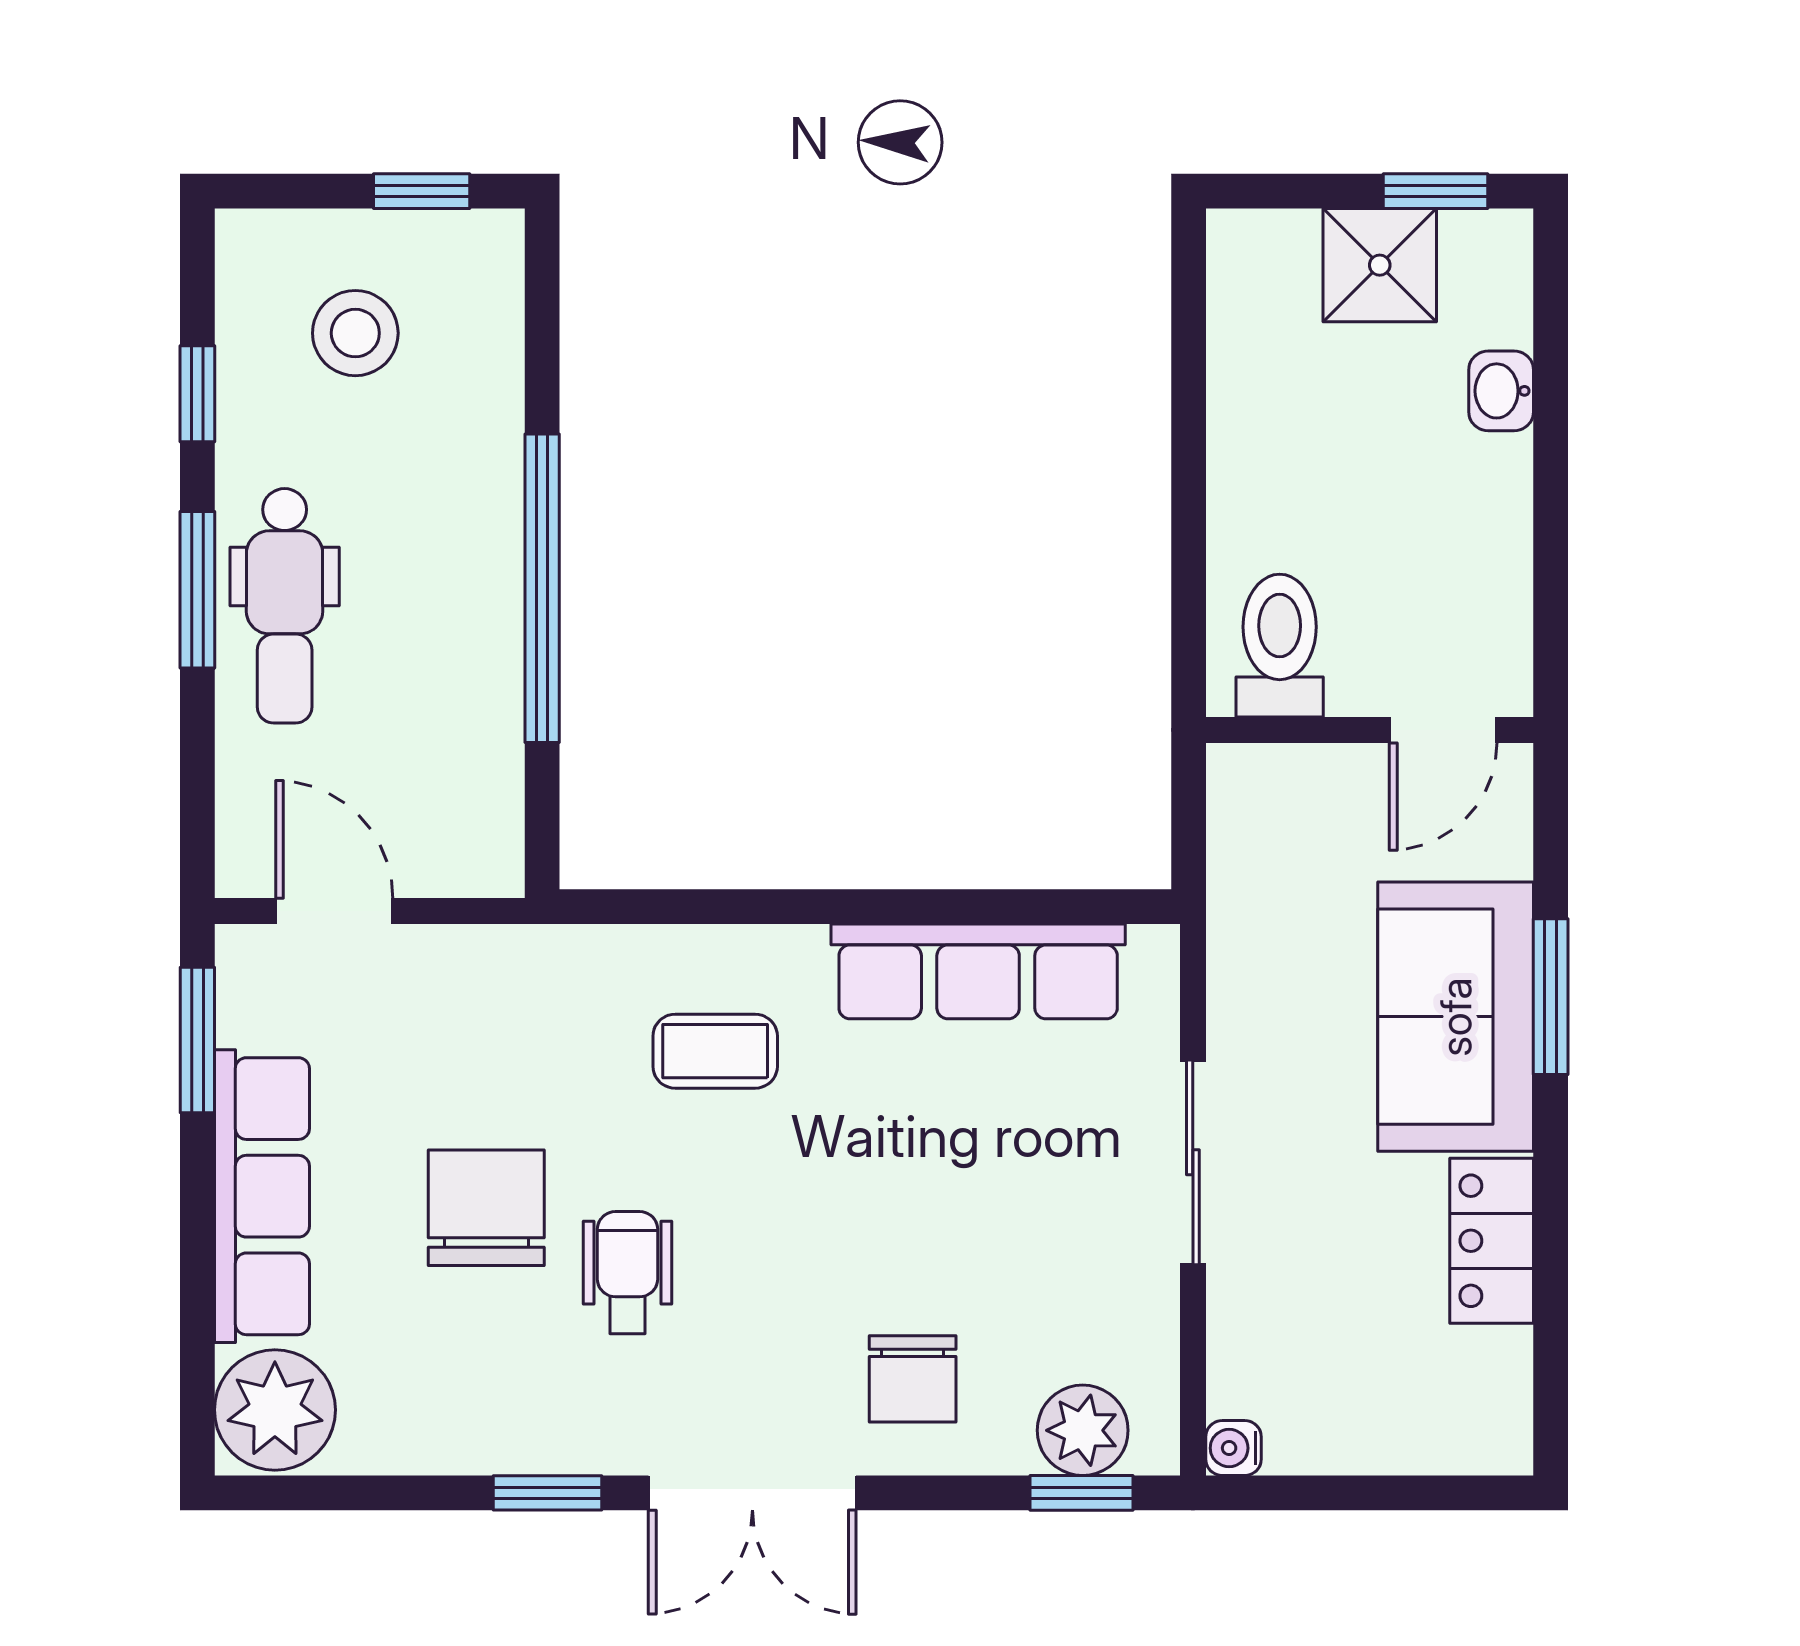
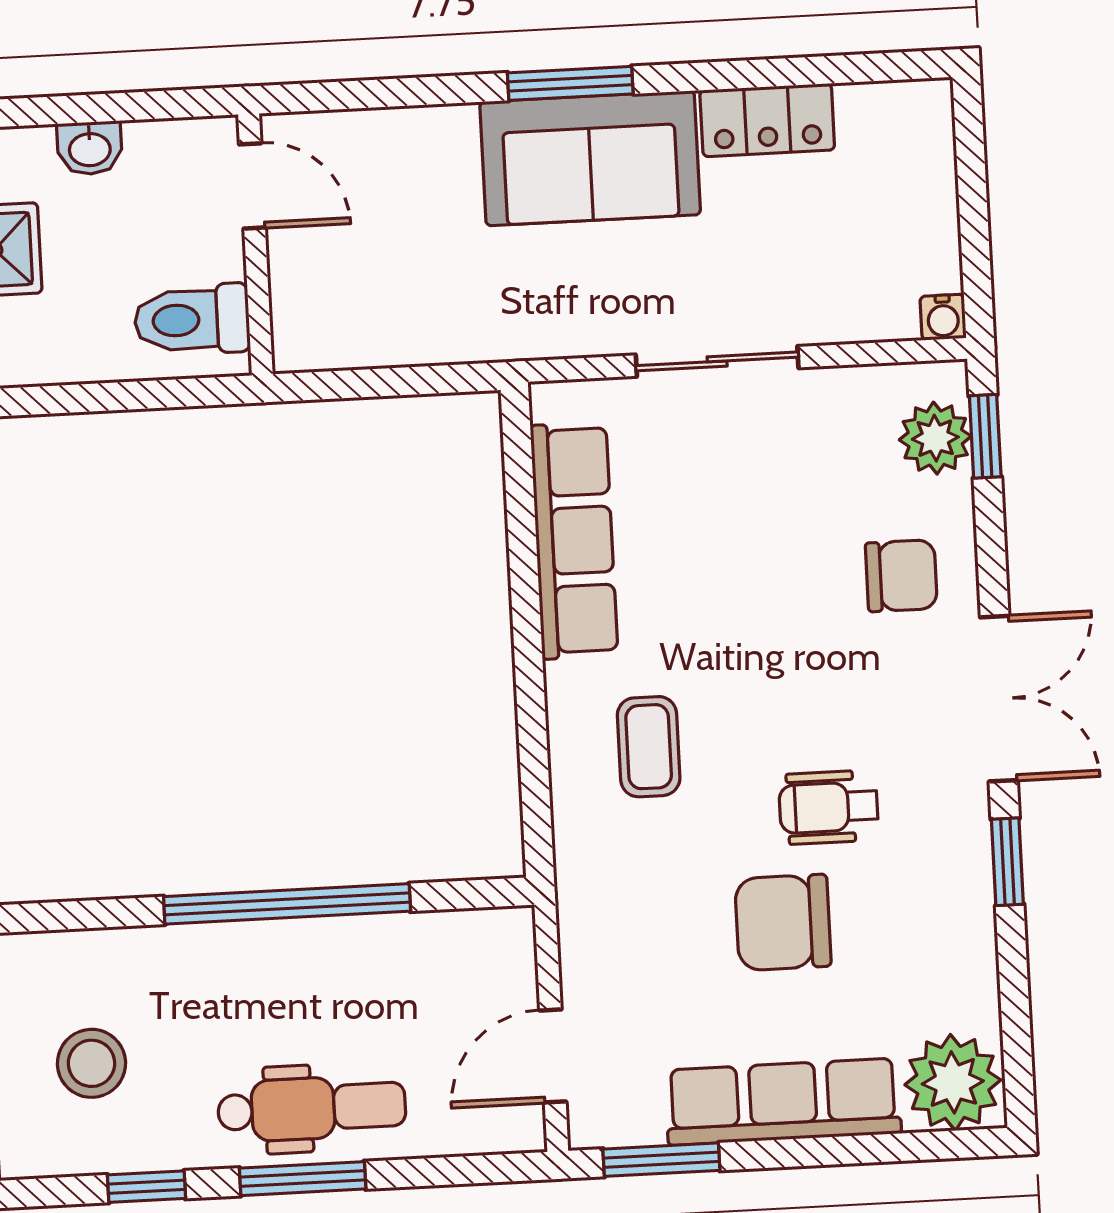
toilet: (1280, 646) -> (192, 320), moved
wall: (1370, 730) -> (255, 244), moved
door: (1443, 730) -> (252, 186), moved

